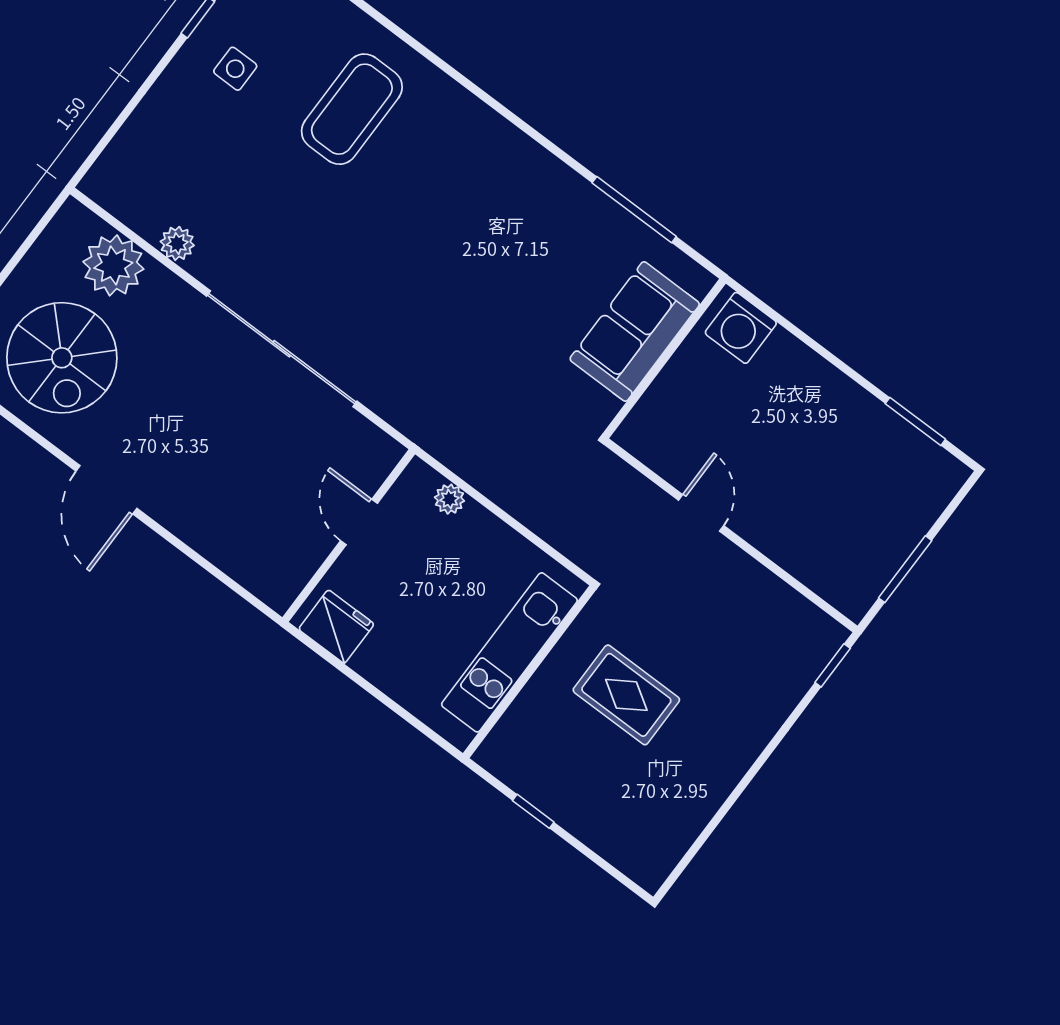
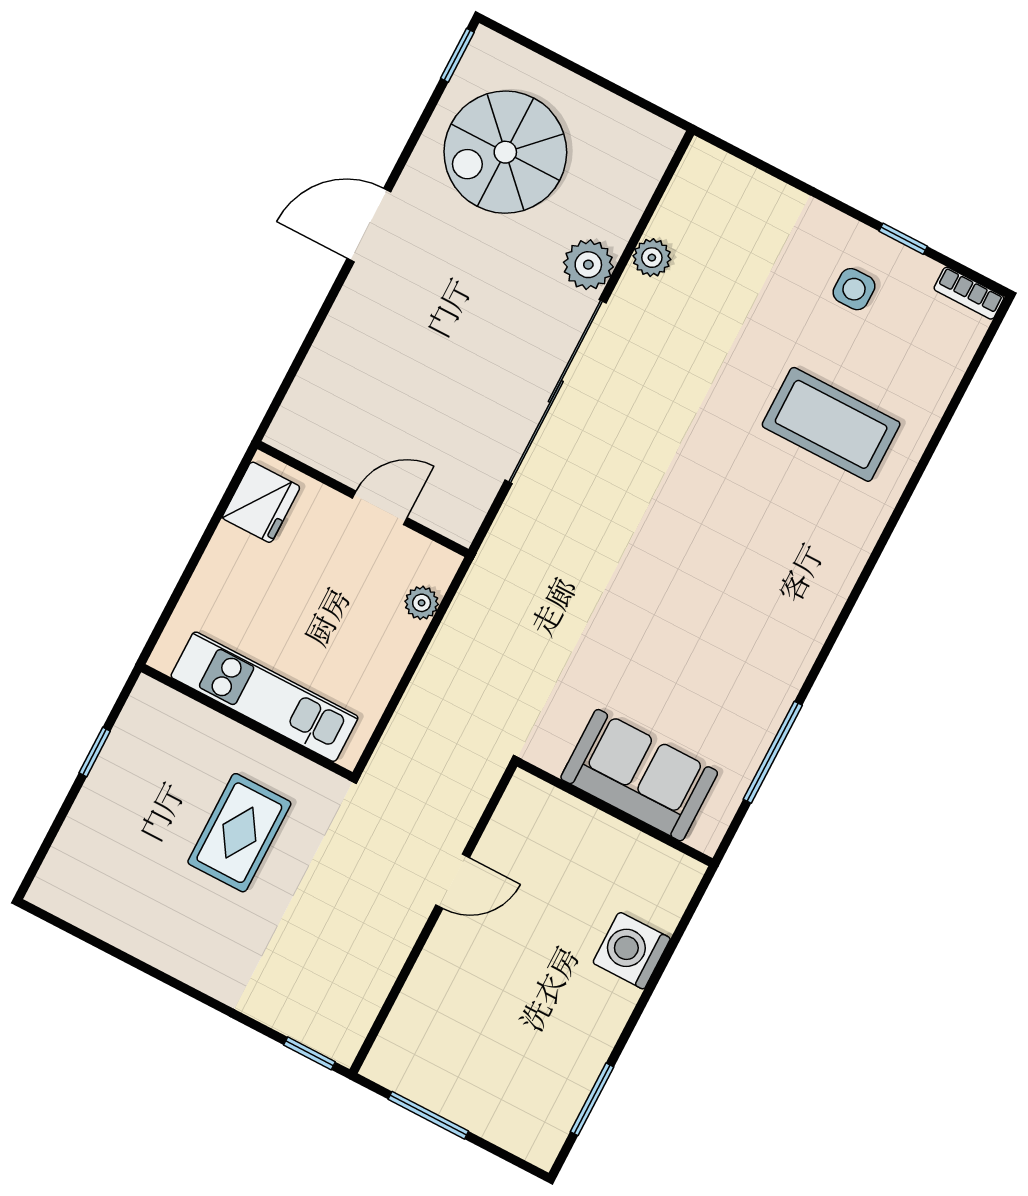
plant: (113, 265) -> (588, 265), moved, width x0.73, depth x0.73
washing machine: (741, 328) -> (632, 951), moved

